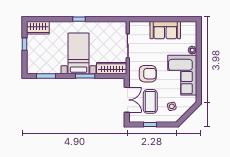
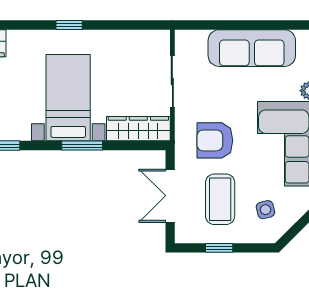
sofa: (165, 30) -> (252, 48), width x1.36
armchair: (148, 74) -> (215, 140), turned 180
double door: (127, 100) -> (170, 196), swing flipped

